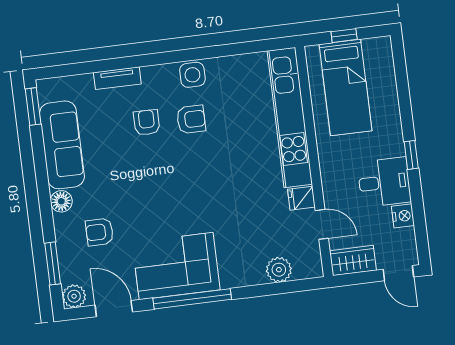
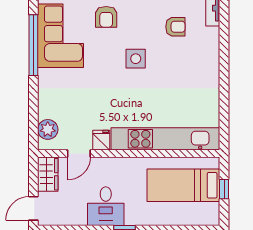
side table: (192, 75) -> (136, 59), moved
armchair: (191, 119) -> (106, 17), moved
nightstand: (403, 216) -> (78, 218), removed
plant: (279, 270) -> (48, 129), moved

